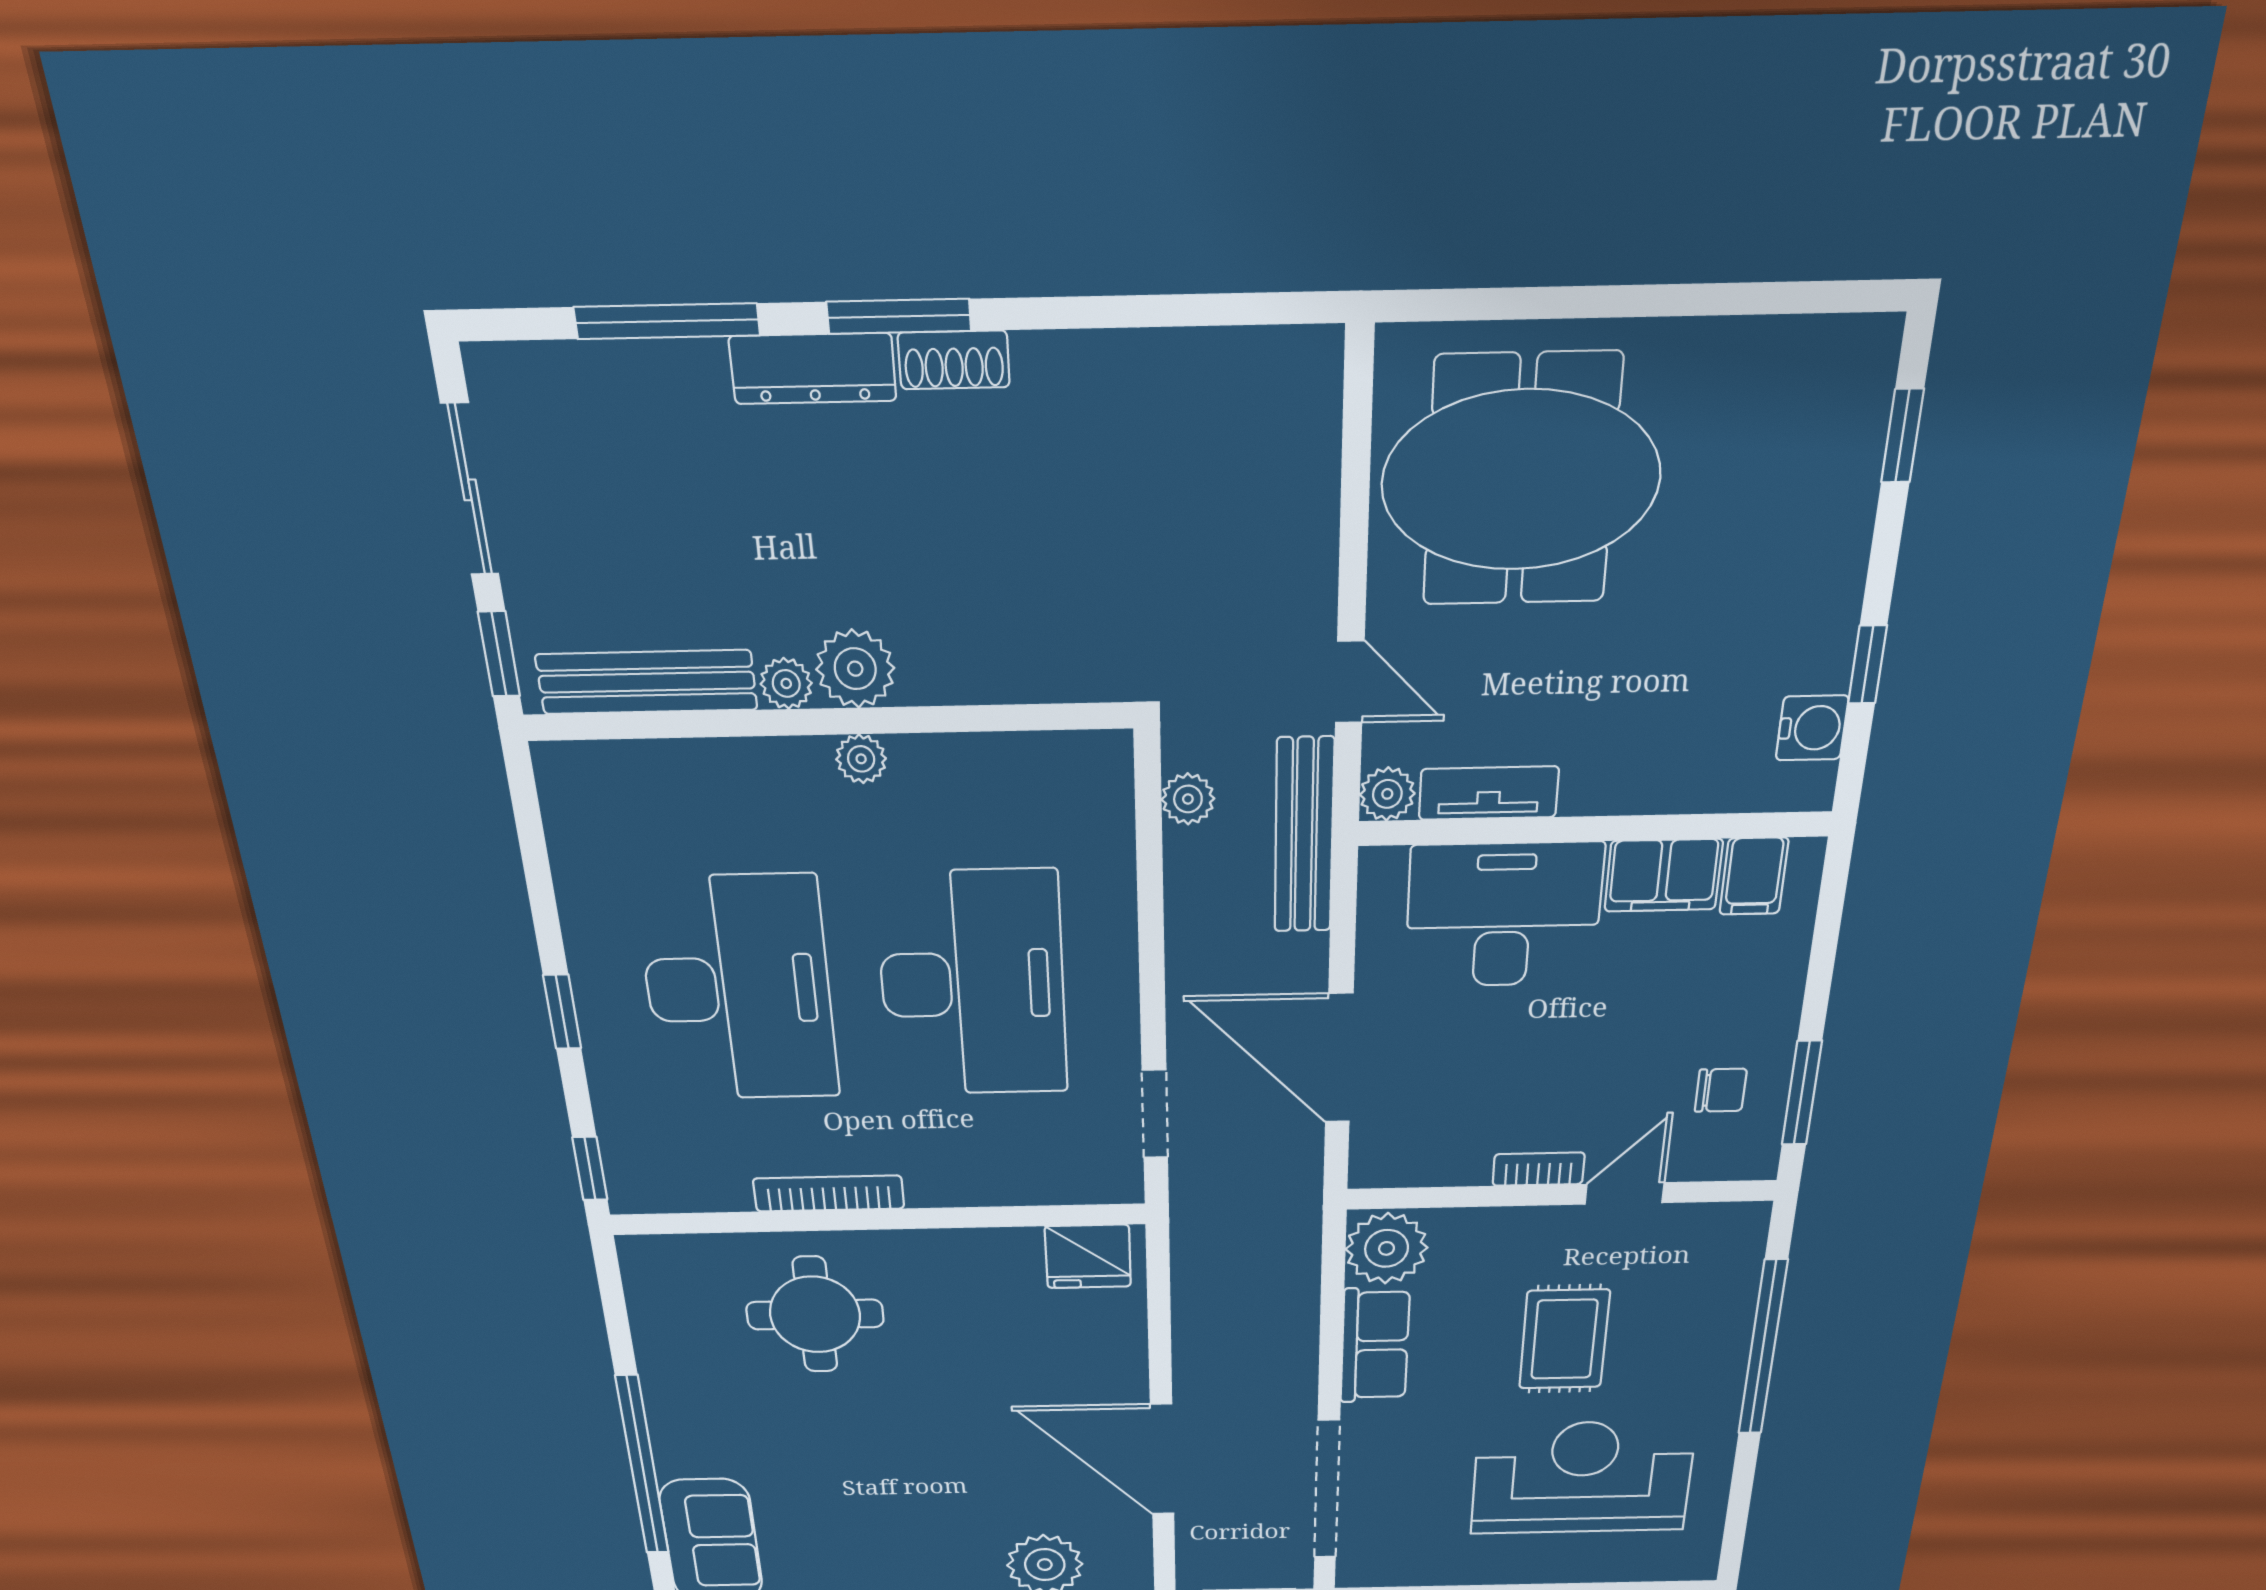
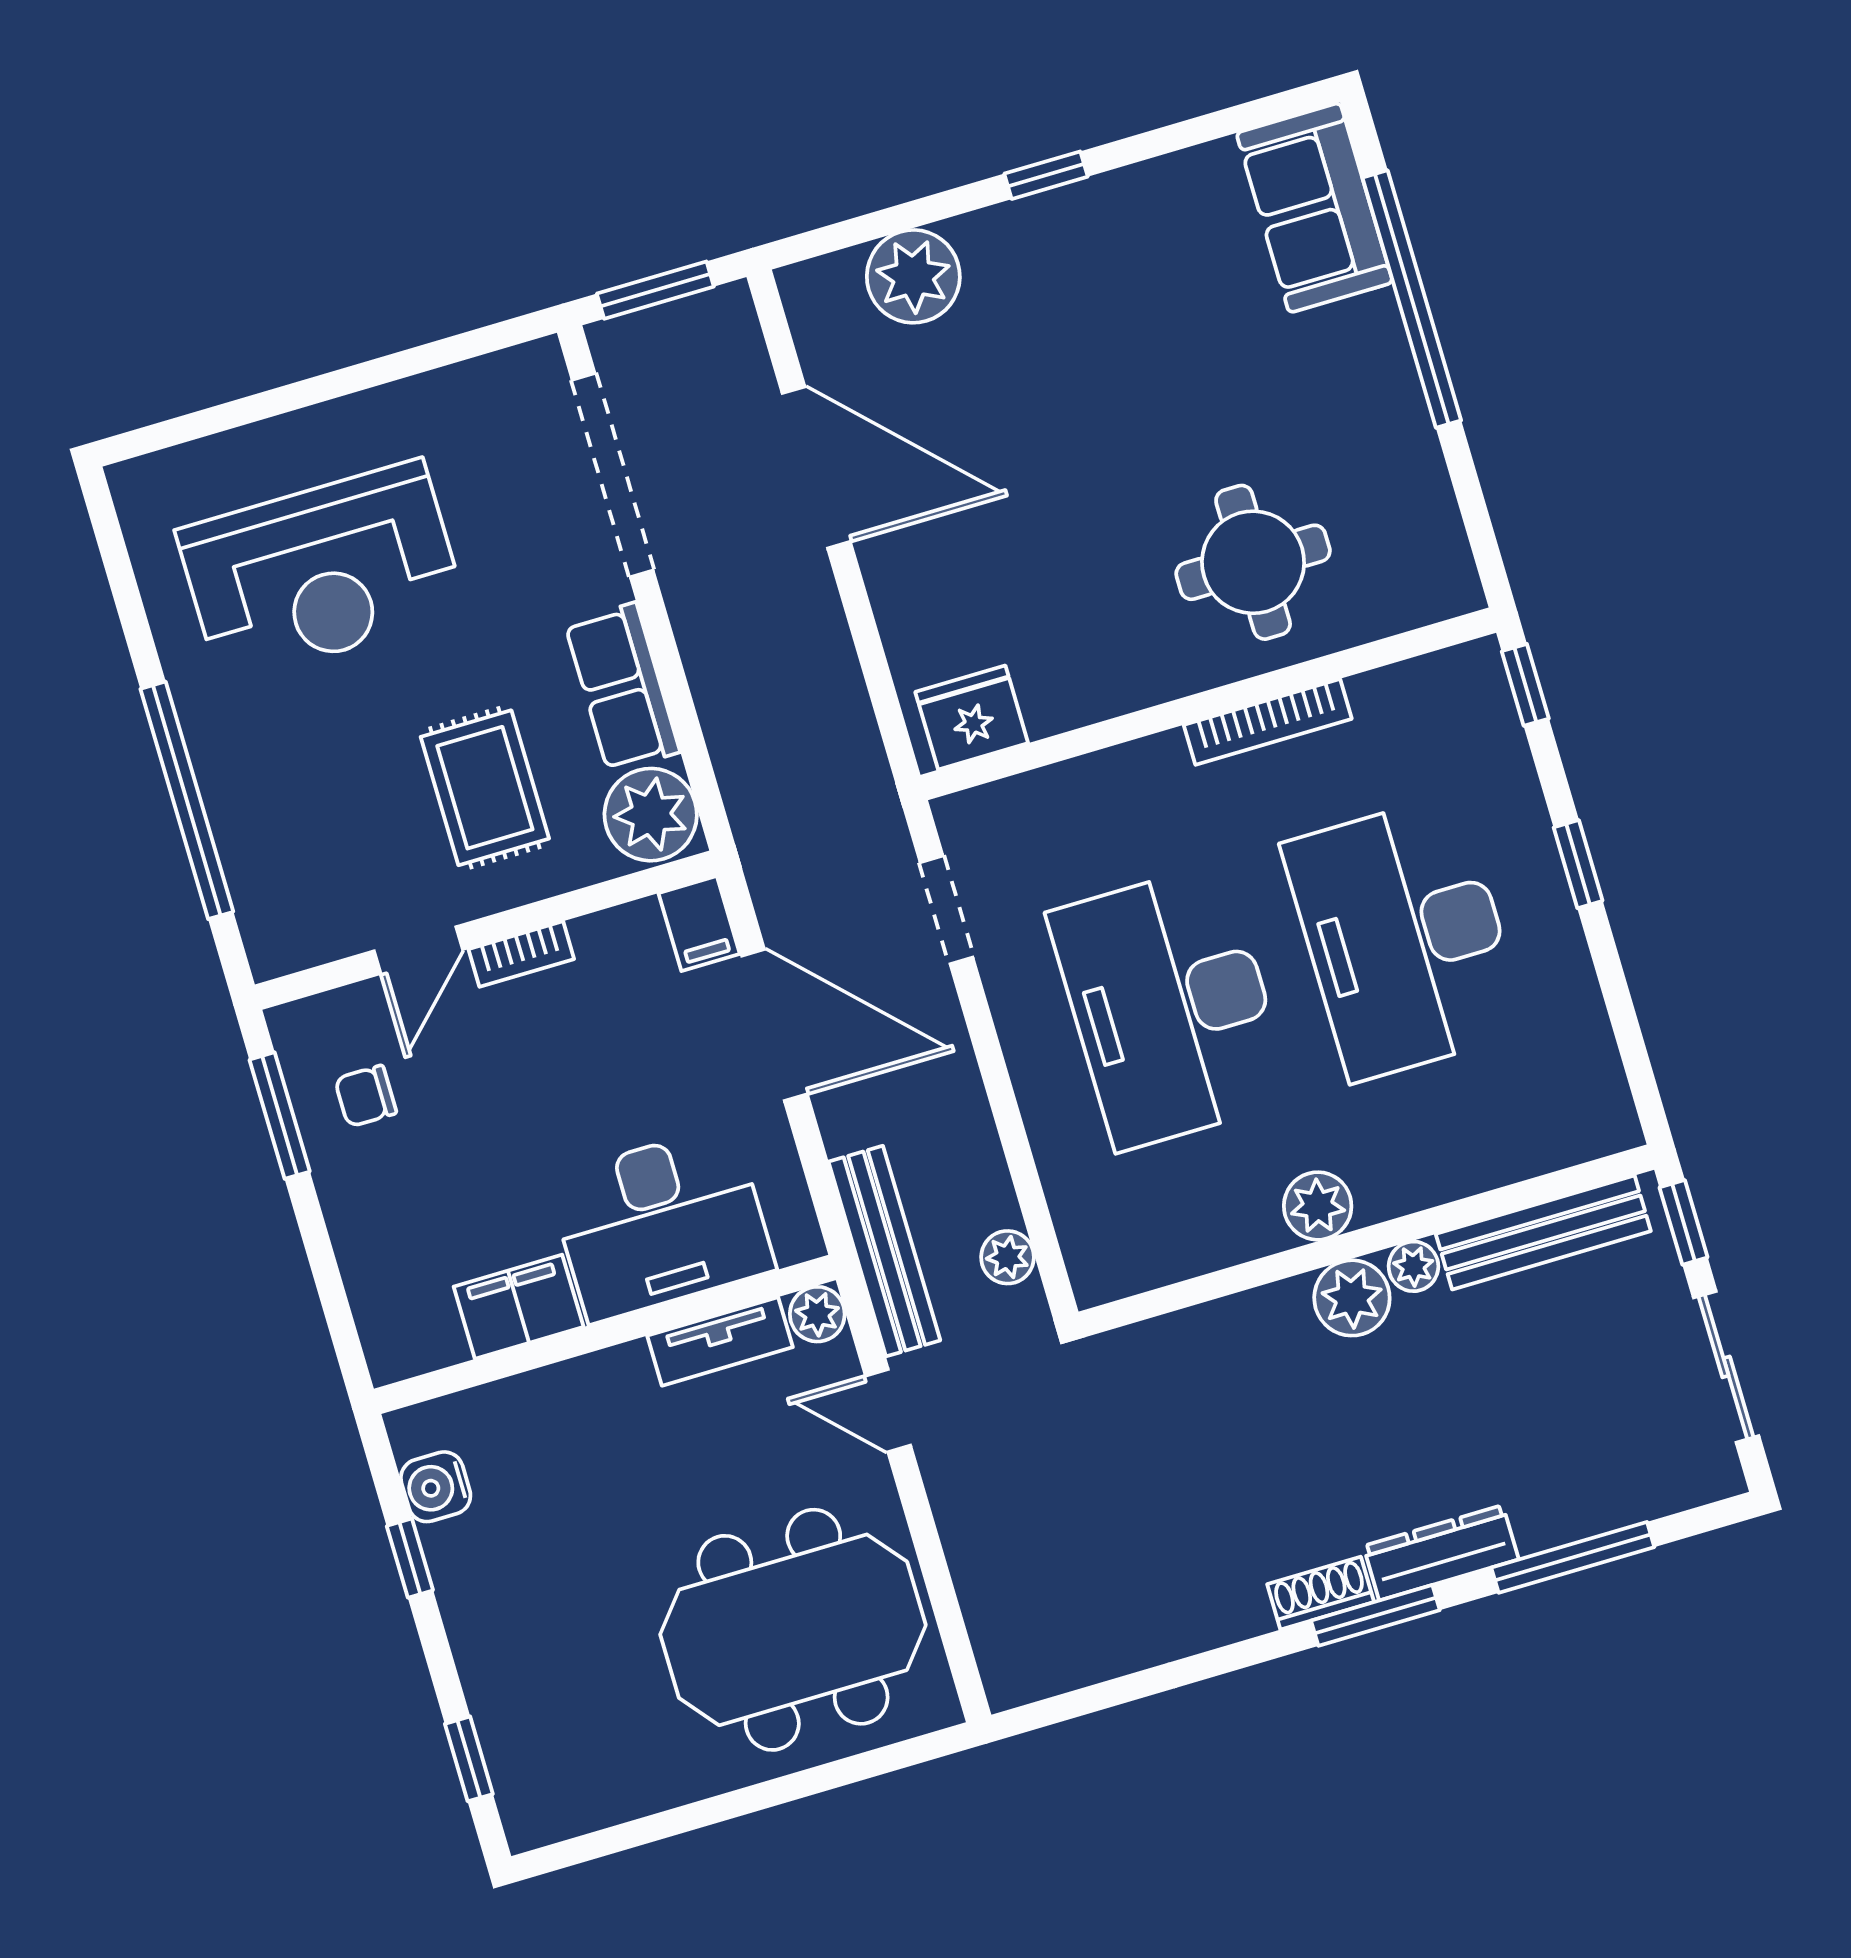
plant: (861, 759) -> (1318, 1206), width x1.38, depth x1.38
filing cabinet: (1754, 876) -> (699, 924), moved, turned 180
rug: (1564, 1339) -> (485, 788), moved

